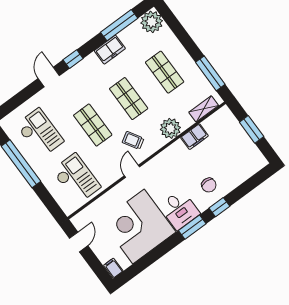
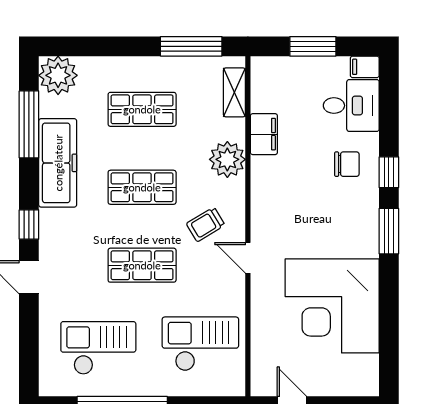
freezer: (110, 50) -> (58, 163), width x1.91, depth x1.26
desk: (179, 210) -> (351, 106), moved
filing cabinet: (113, 268) -> (365, 67), moved

